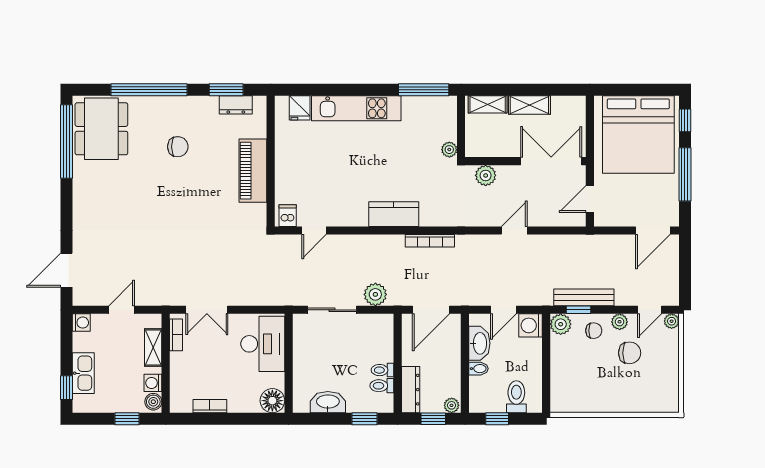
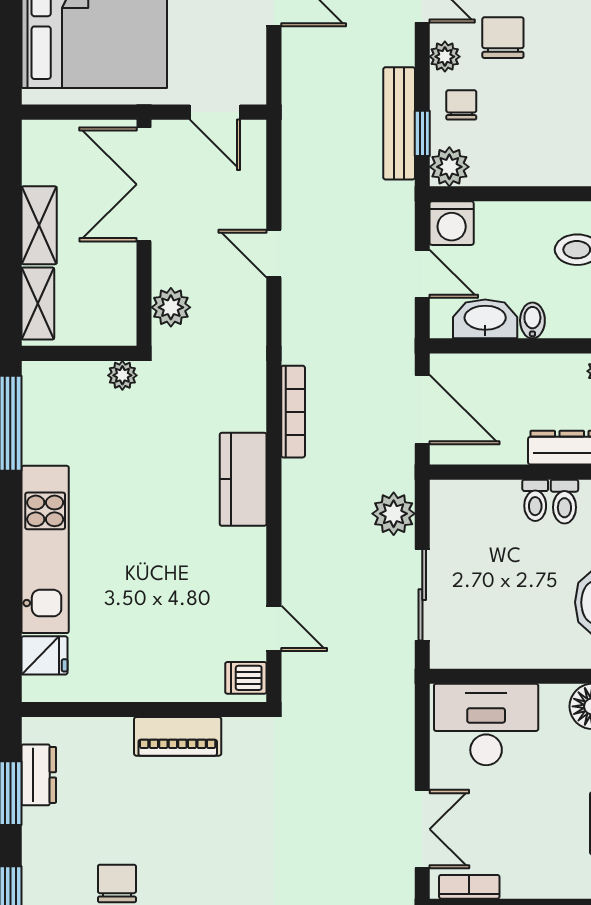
piano: (253, 171) -> (178, 736), width x0.73, depth x0.75

